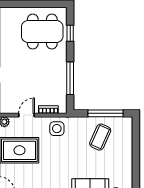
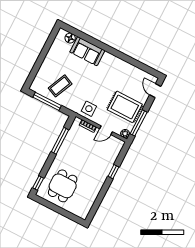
dining table: (42, 32) -> (63, 186), width x0.73
window: (70, 33) -> (38, 183), moved

